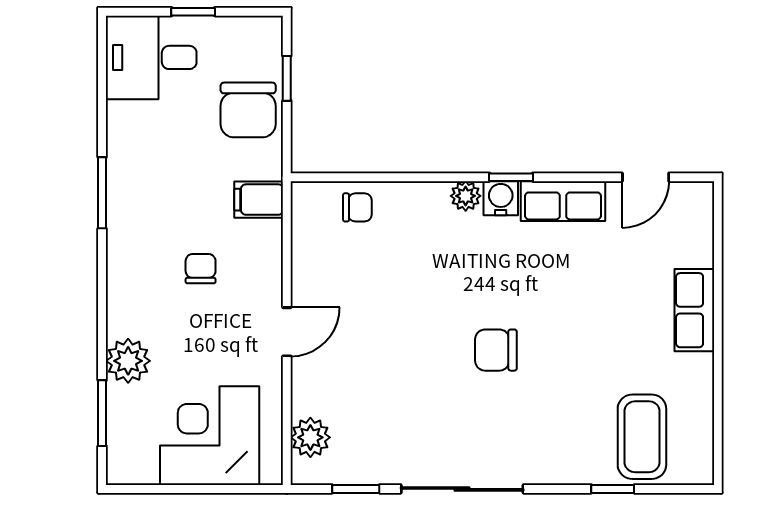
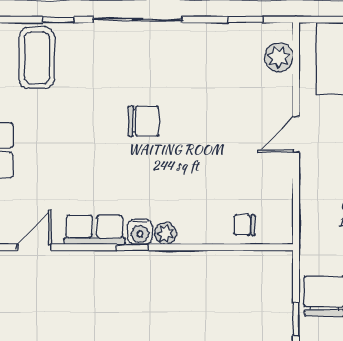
filing cabinet: (259, 200) -> (317, 231), removed
sliding door: (462, 489) -> (138, 20), moved

